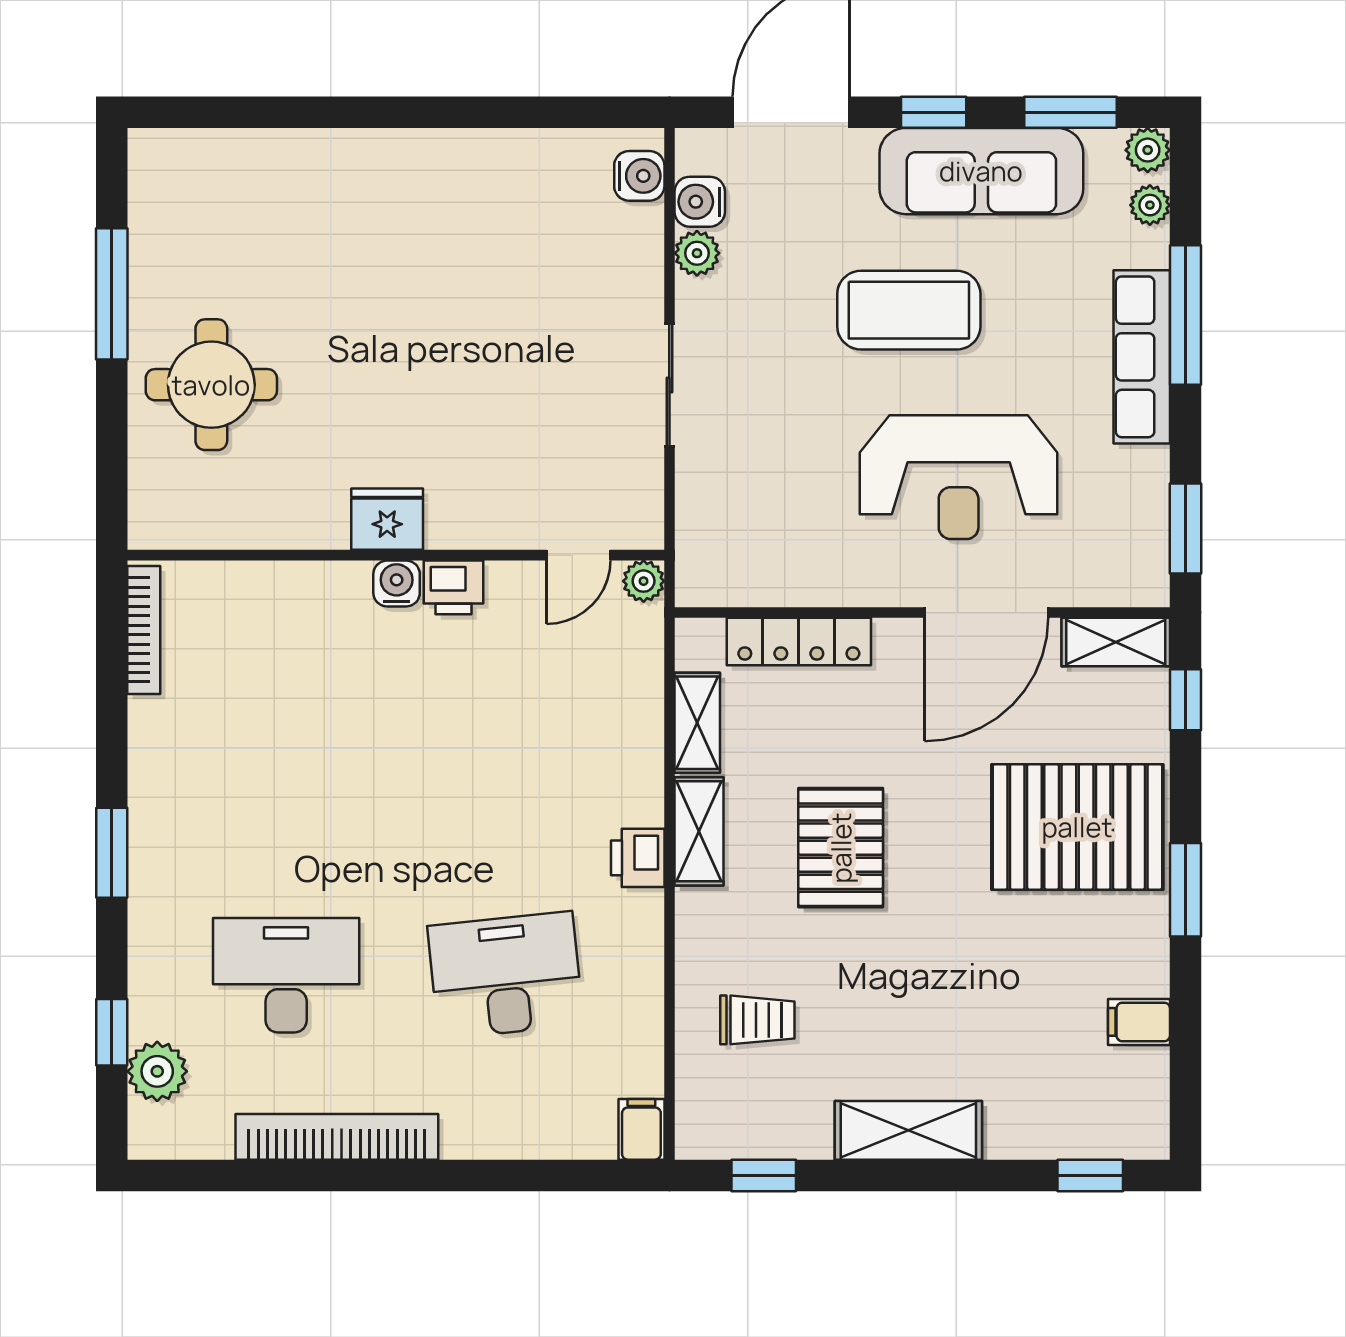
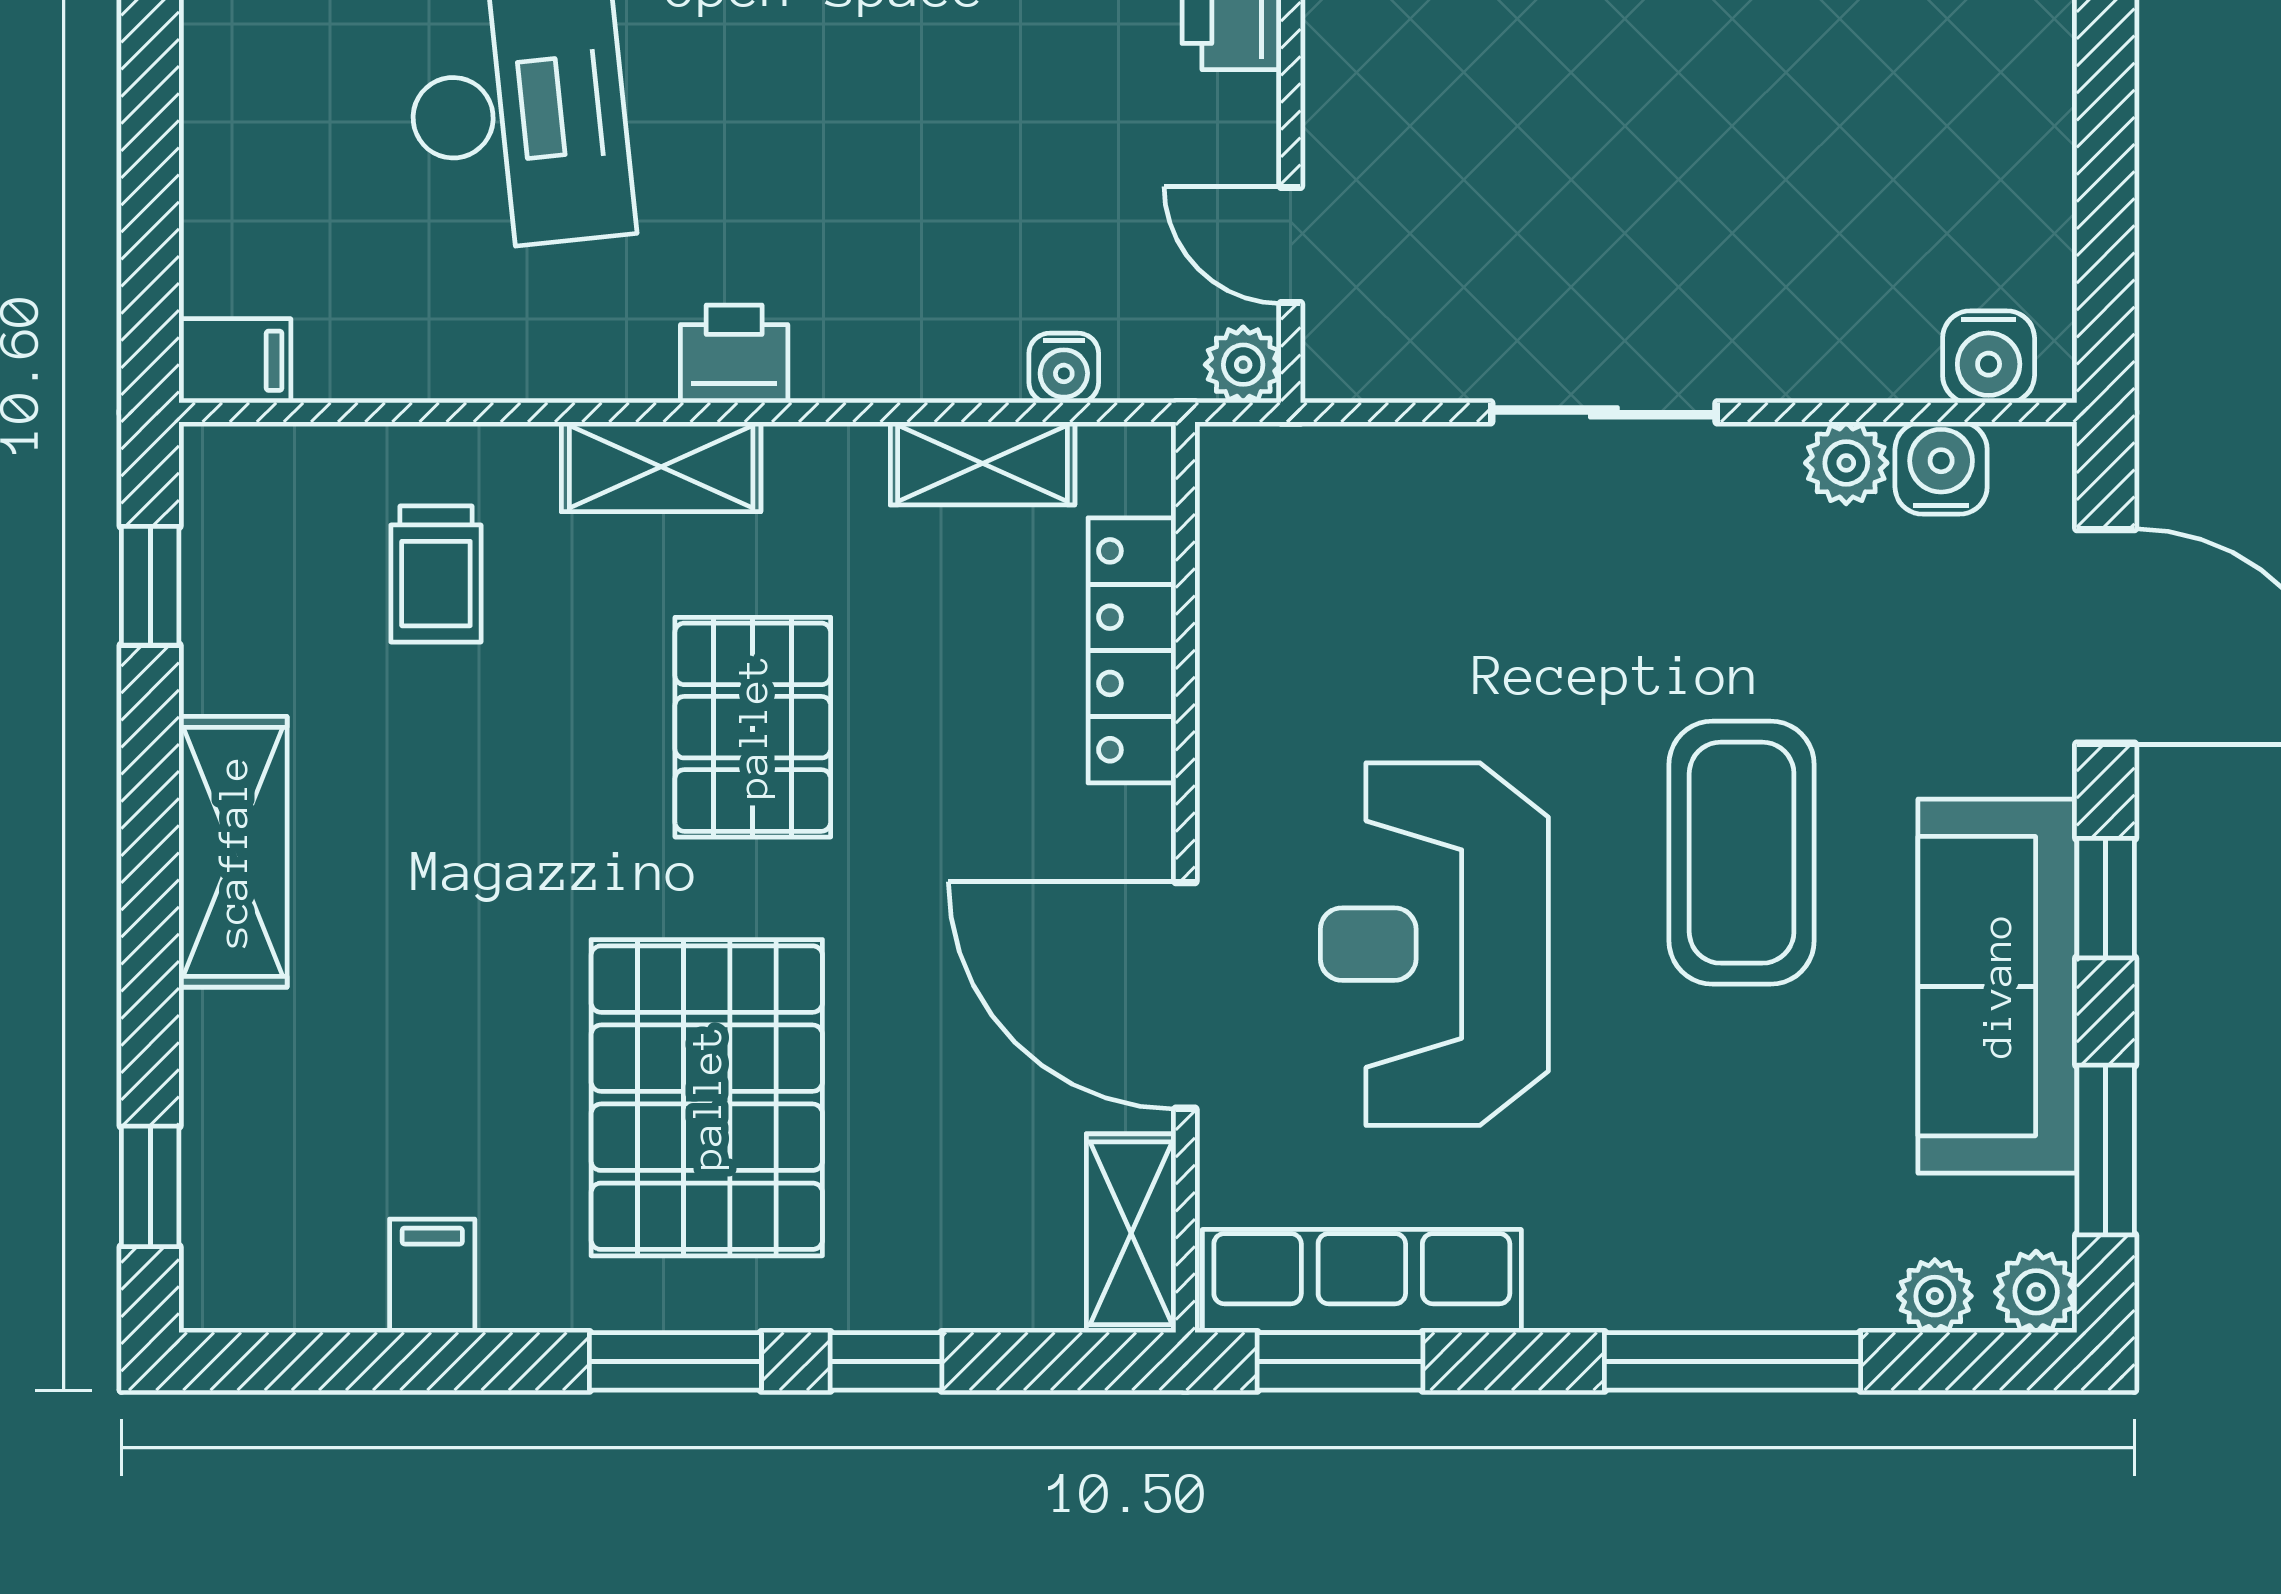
row of seats: (1142, 357) -> (1362, 1281), moved
water cooler: (645, 679) -> (1064, 368), added
window: (1185, 700) -> (886, 1361), moved
pallet: (1077, 827) -> (707, 1098), moved
shelving: (699, 831) -> (661, 467), moved
pallet: (841, 848) -> (753, 727), turned 90

